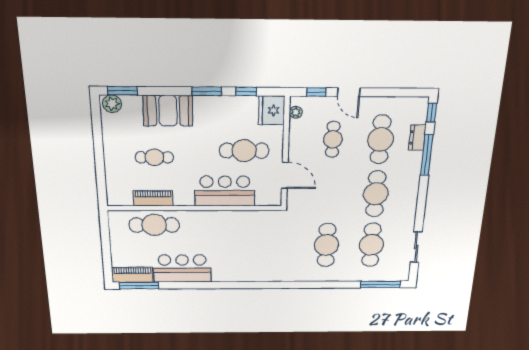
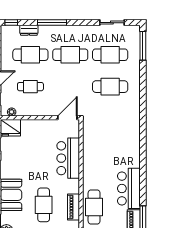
cafe table: (244, 151) -> (39, 145), removed
window: (427, 155) -> (52, 23), moved
cafe table: (154, 157) -> (44, 205), width x1.37, depth x1.35
door: (285, 175) -> (67, 118), moved

